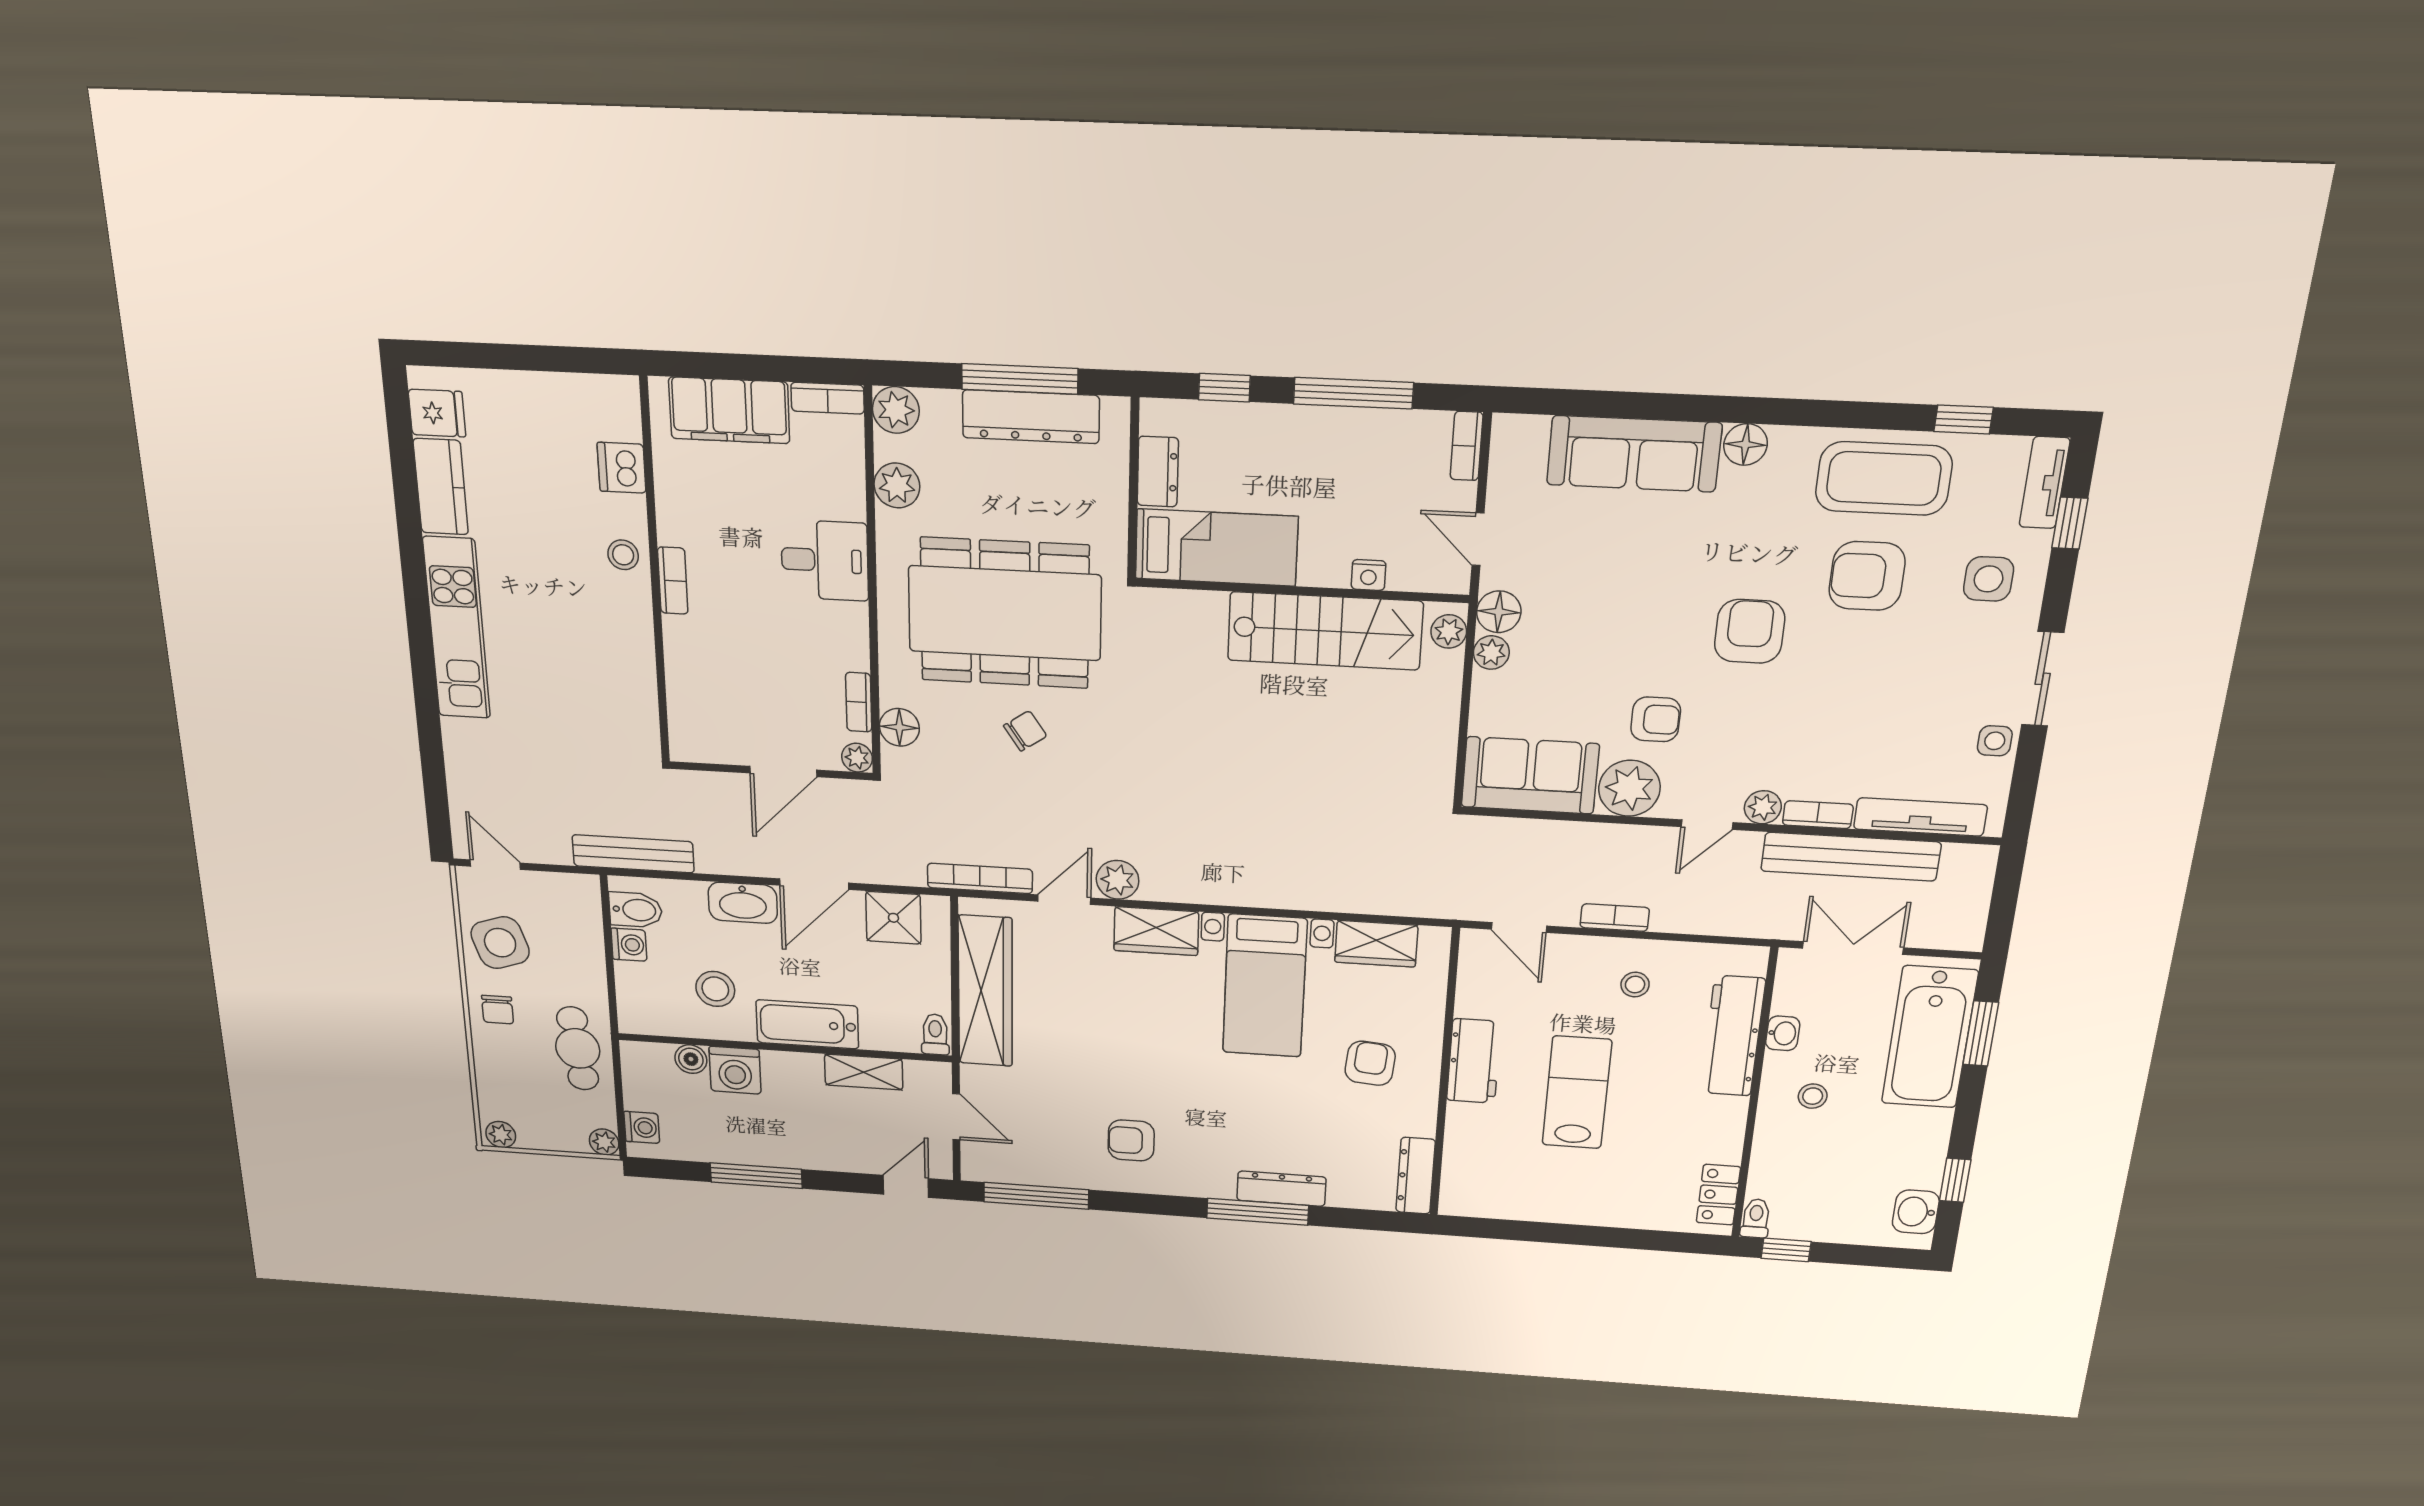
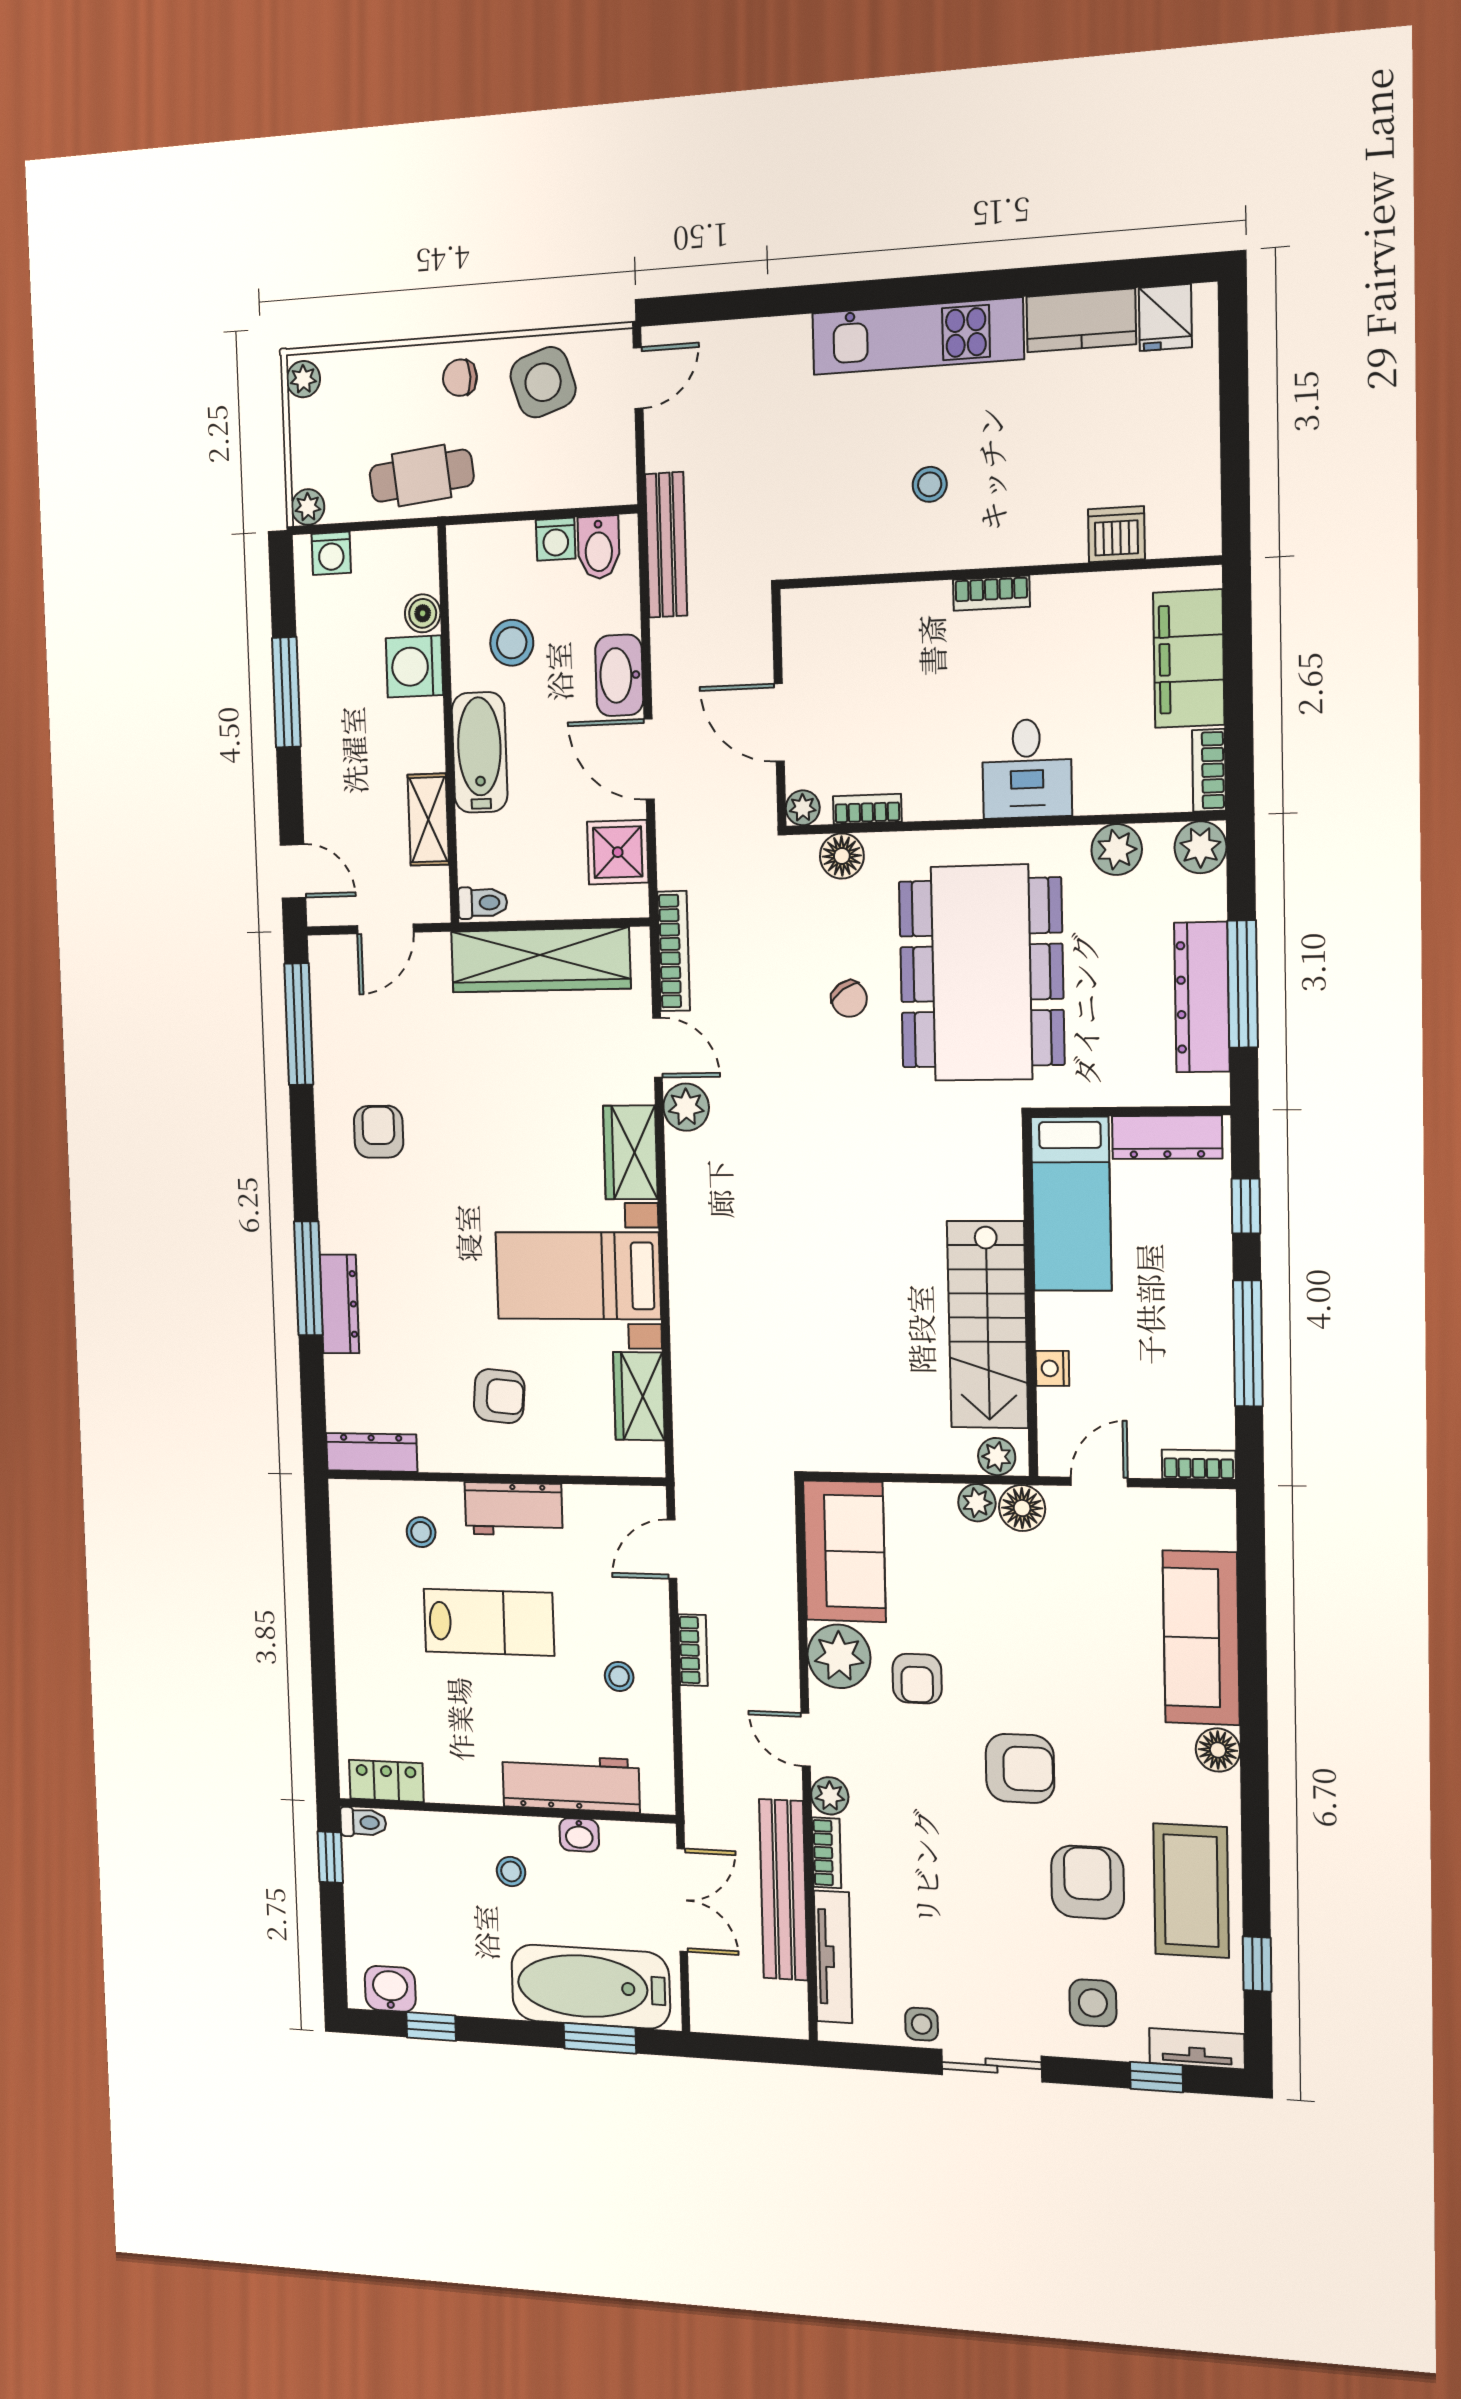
dresser: (1158, 472) -> (1167, 1137), width x1.44
stool: (623, 555) -> (930, 484), moved
stool: (1490, 1142) -> (421, 1532), added

